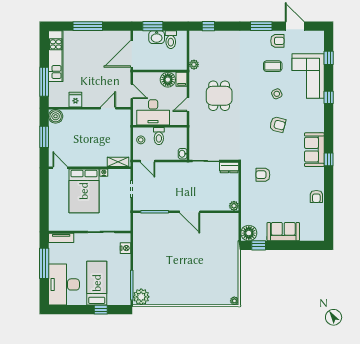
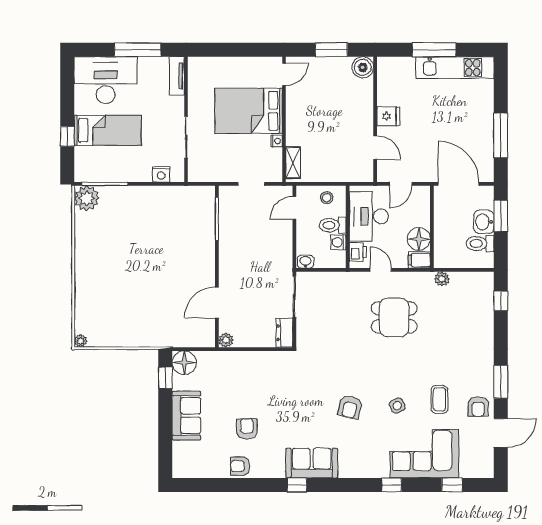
window: (88, 26) -> (501, 136), moved
window: (44, 82) -> (434, 50), moved
fridge: (75, 100) -> (388, 116), moved
printer: (176, 119) -> (358, 252), added
washing machine: (170, 132) -> (338, 242), added
armchair: (263, 175) -> (247, 429), moved
door: (190, 212) -> (217, 303), moved

